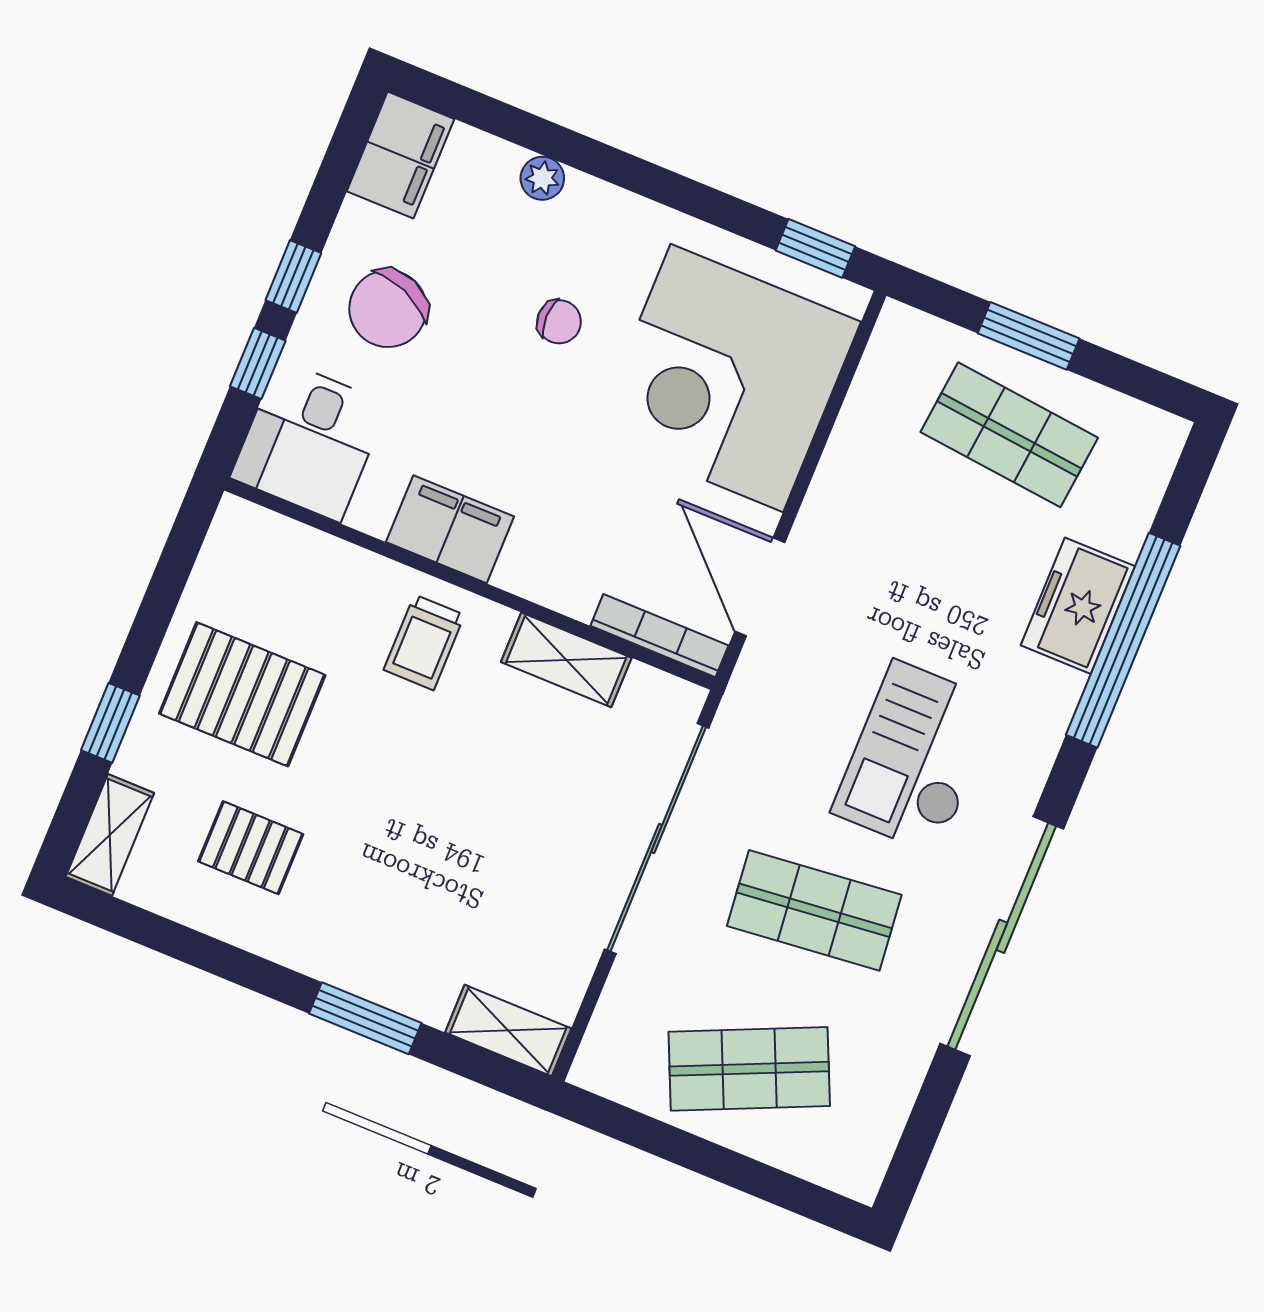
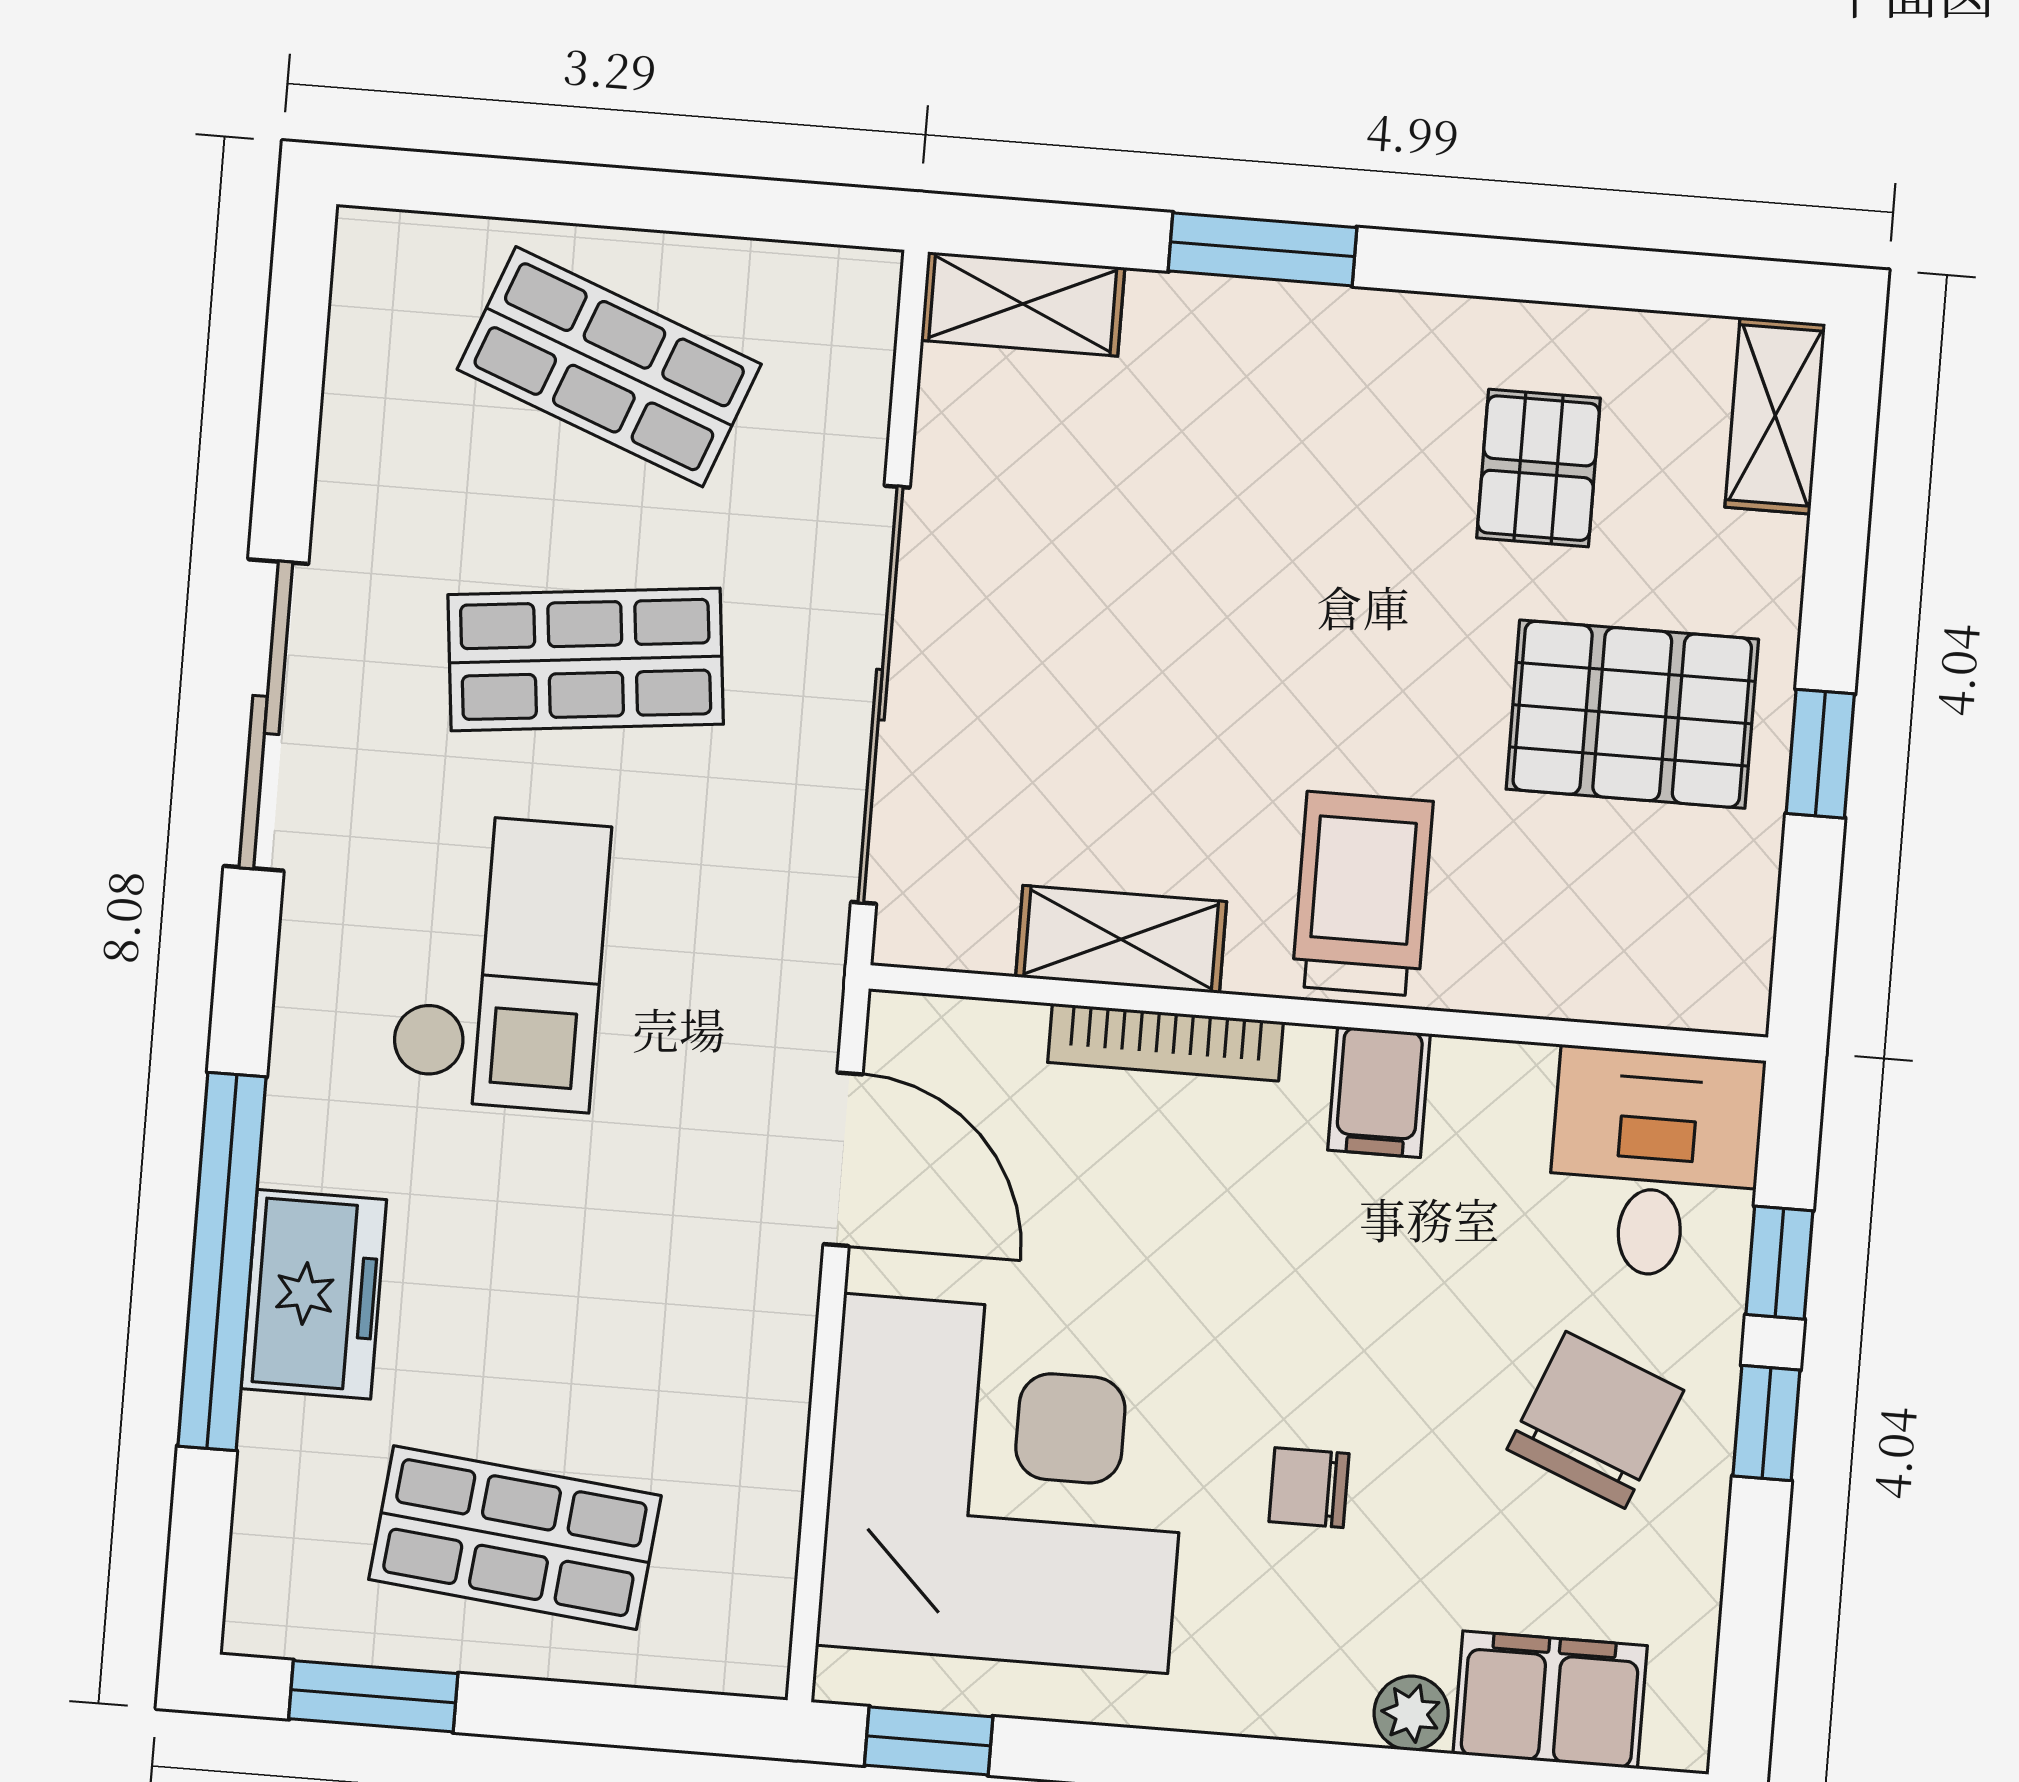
filing cabinet: (401, 155) -> (1550, 1700), moved, turned 90
window: (1029, 336) -> (373, 1696), moved
filing cabinet: (450, 529) -> (1379, 1092), width x0.50
bookcase: (659, 636) -> (1165, 1042), moved
trolley: (424, 642) -> (1362, 894), width x1.36, depth x1.39
window: (110, 723) -> (1820, 754), moved
pallet: (251, 848) -> (1538, 468), turned 90
sliding door: (1002, 936) -> (266, 715), width x0.73
shop shelf: (749, 1069) -> (609, 367), turned 45

